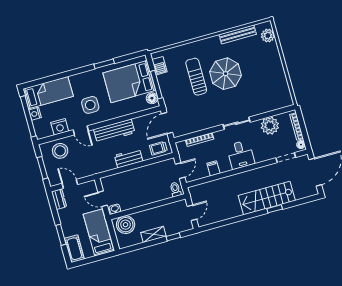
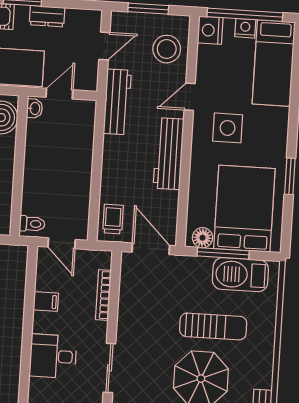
barbecue: (159, 66) -> (240, 275), width x1.88, depth x1.53
nightstand: (60, 127) -> (210, 30), moved
workbench: (129, 158) -> (117, 102), moved, width x1.38
dresser: (59, 199) -> (47, 16), moved

